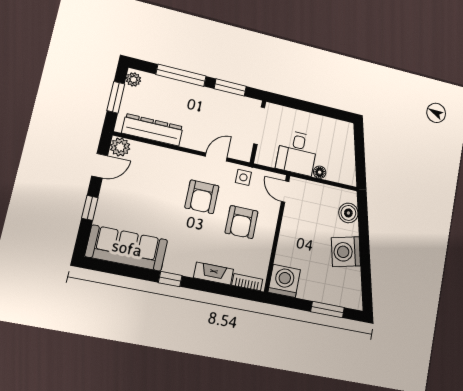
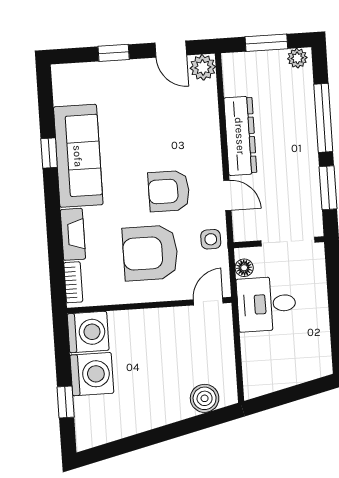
dresser: (152, 130) -> (240, 136), moved
floor lamp: (320, 172) -> (244, 268), moved
armchair: (242, 222) -> (150, 253), width x1.36, depth x1.36
sofa: (127, 248) -> (78, 156), moved
washing machine: (346, 252) -> (92, 374), moved, turned 103
window: (170, 279) -> (49, 153), moved
window: (327, 309) -> (66, 402), width x0.67

